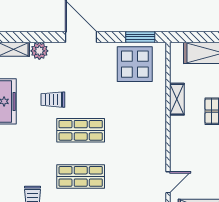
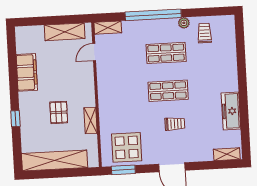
plant: (39, 51) -> (205, 154), removed
trolley: (53, 100) -> (175, 124), moved

